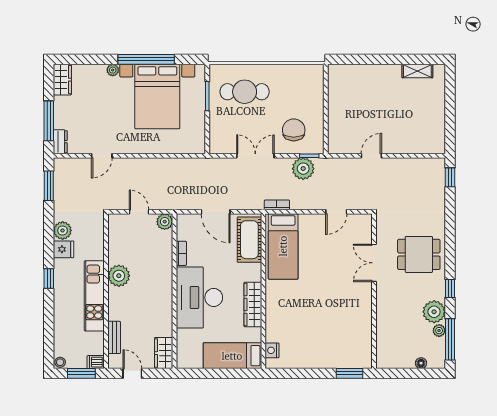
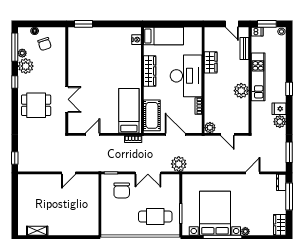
plant: (303, 169) -> (179, 164), moved
chair: (406, 344) -> (45, 44), added
wardrobe: (164, 353) -> (211, 62), moved

